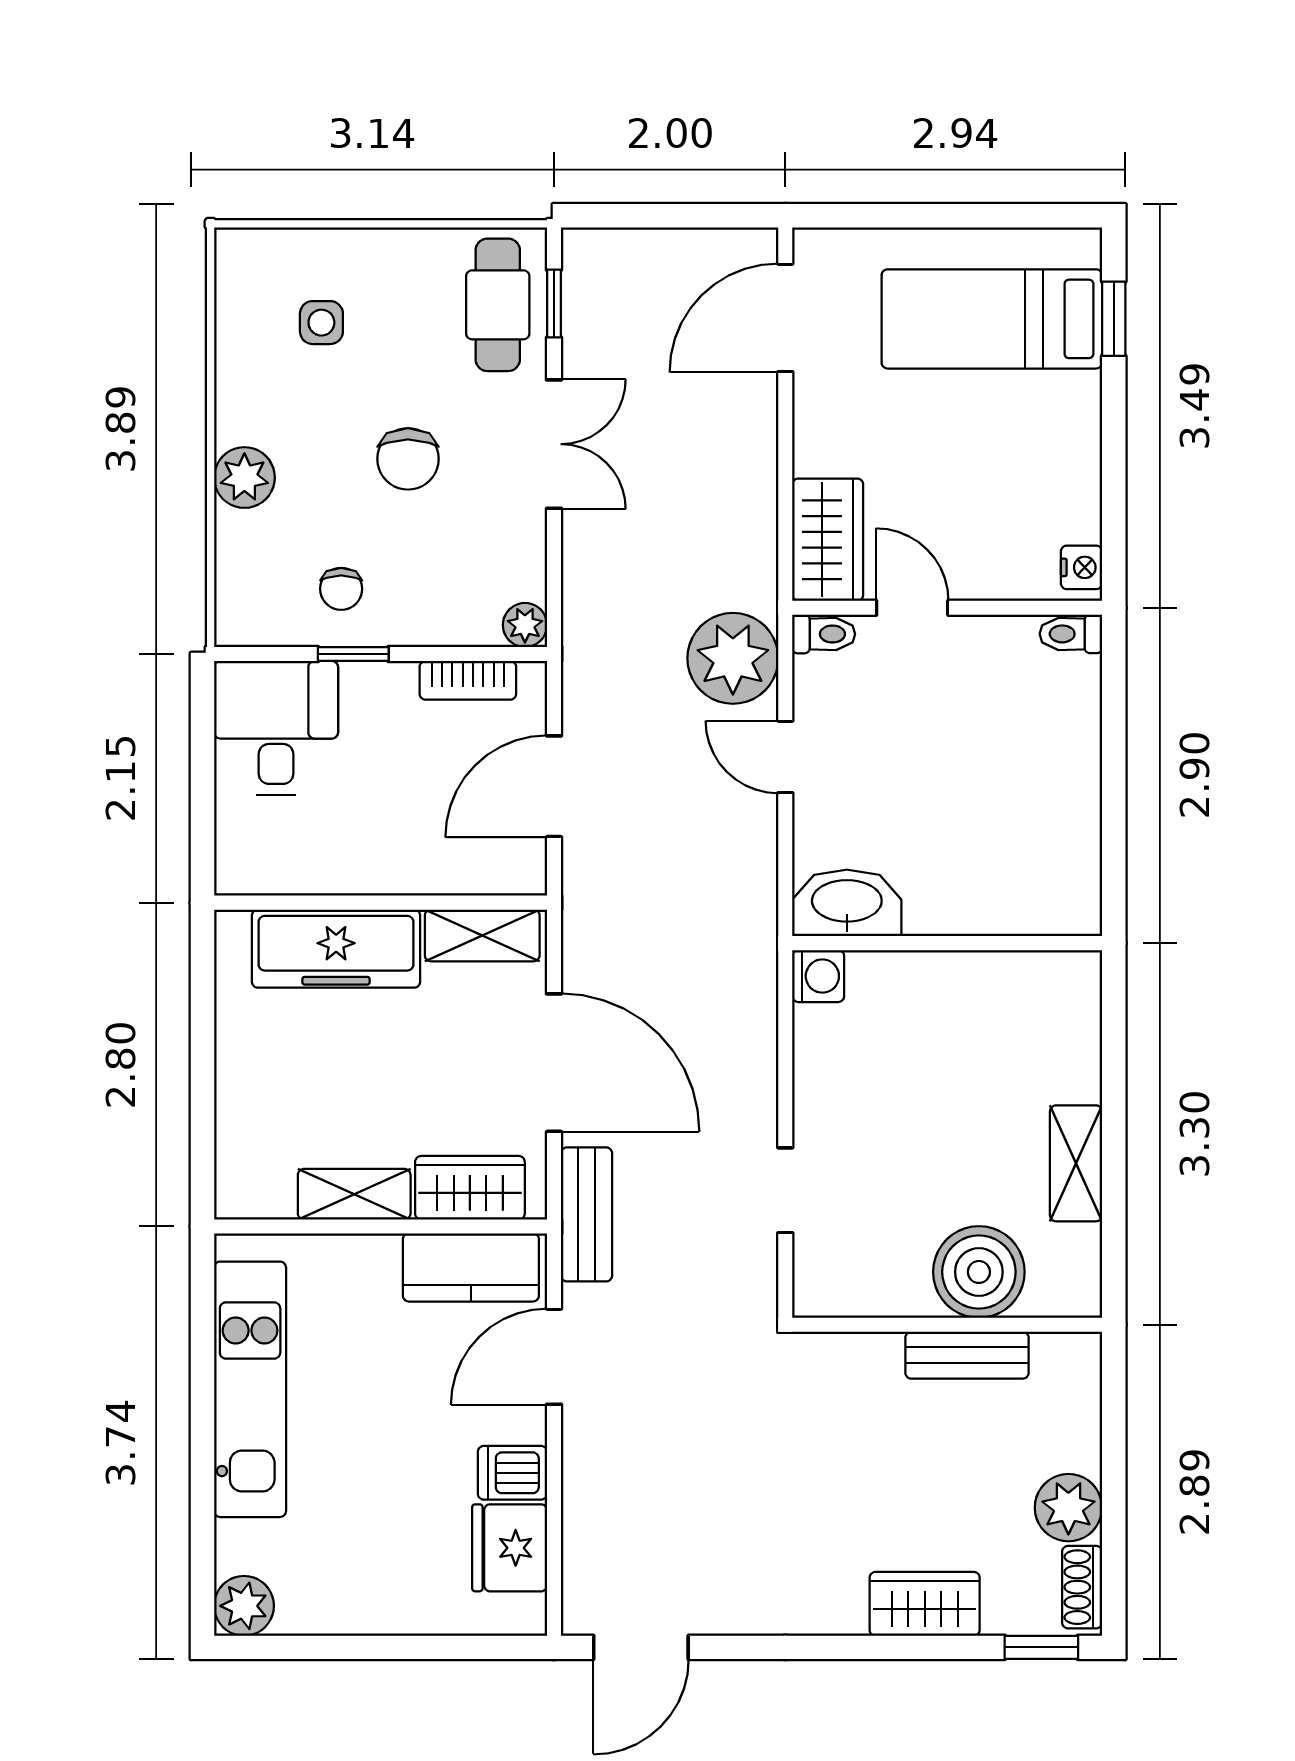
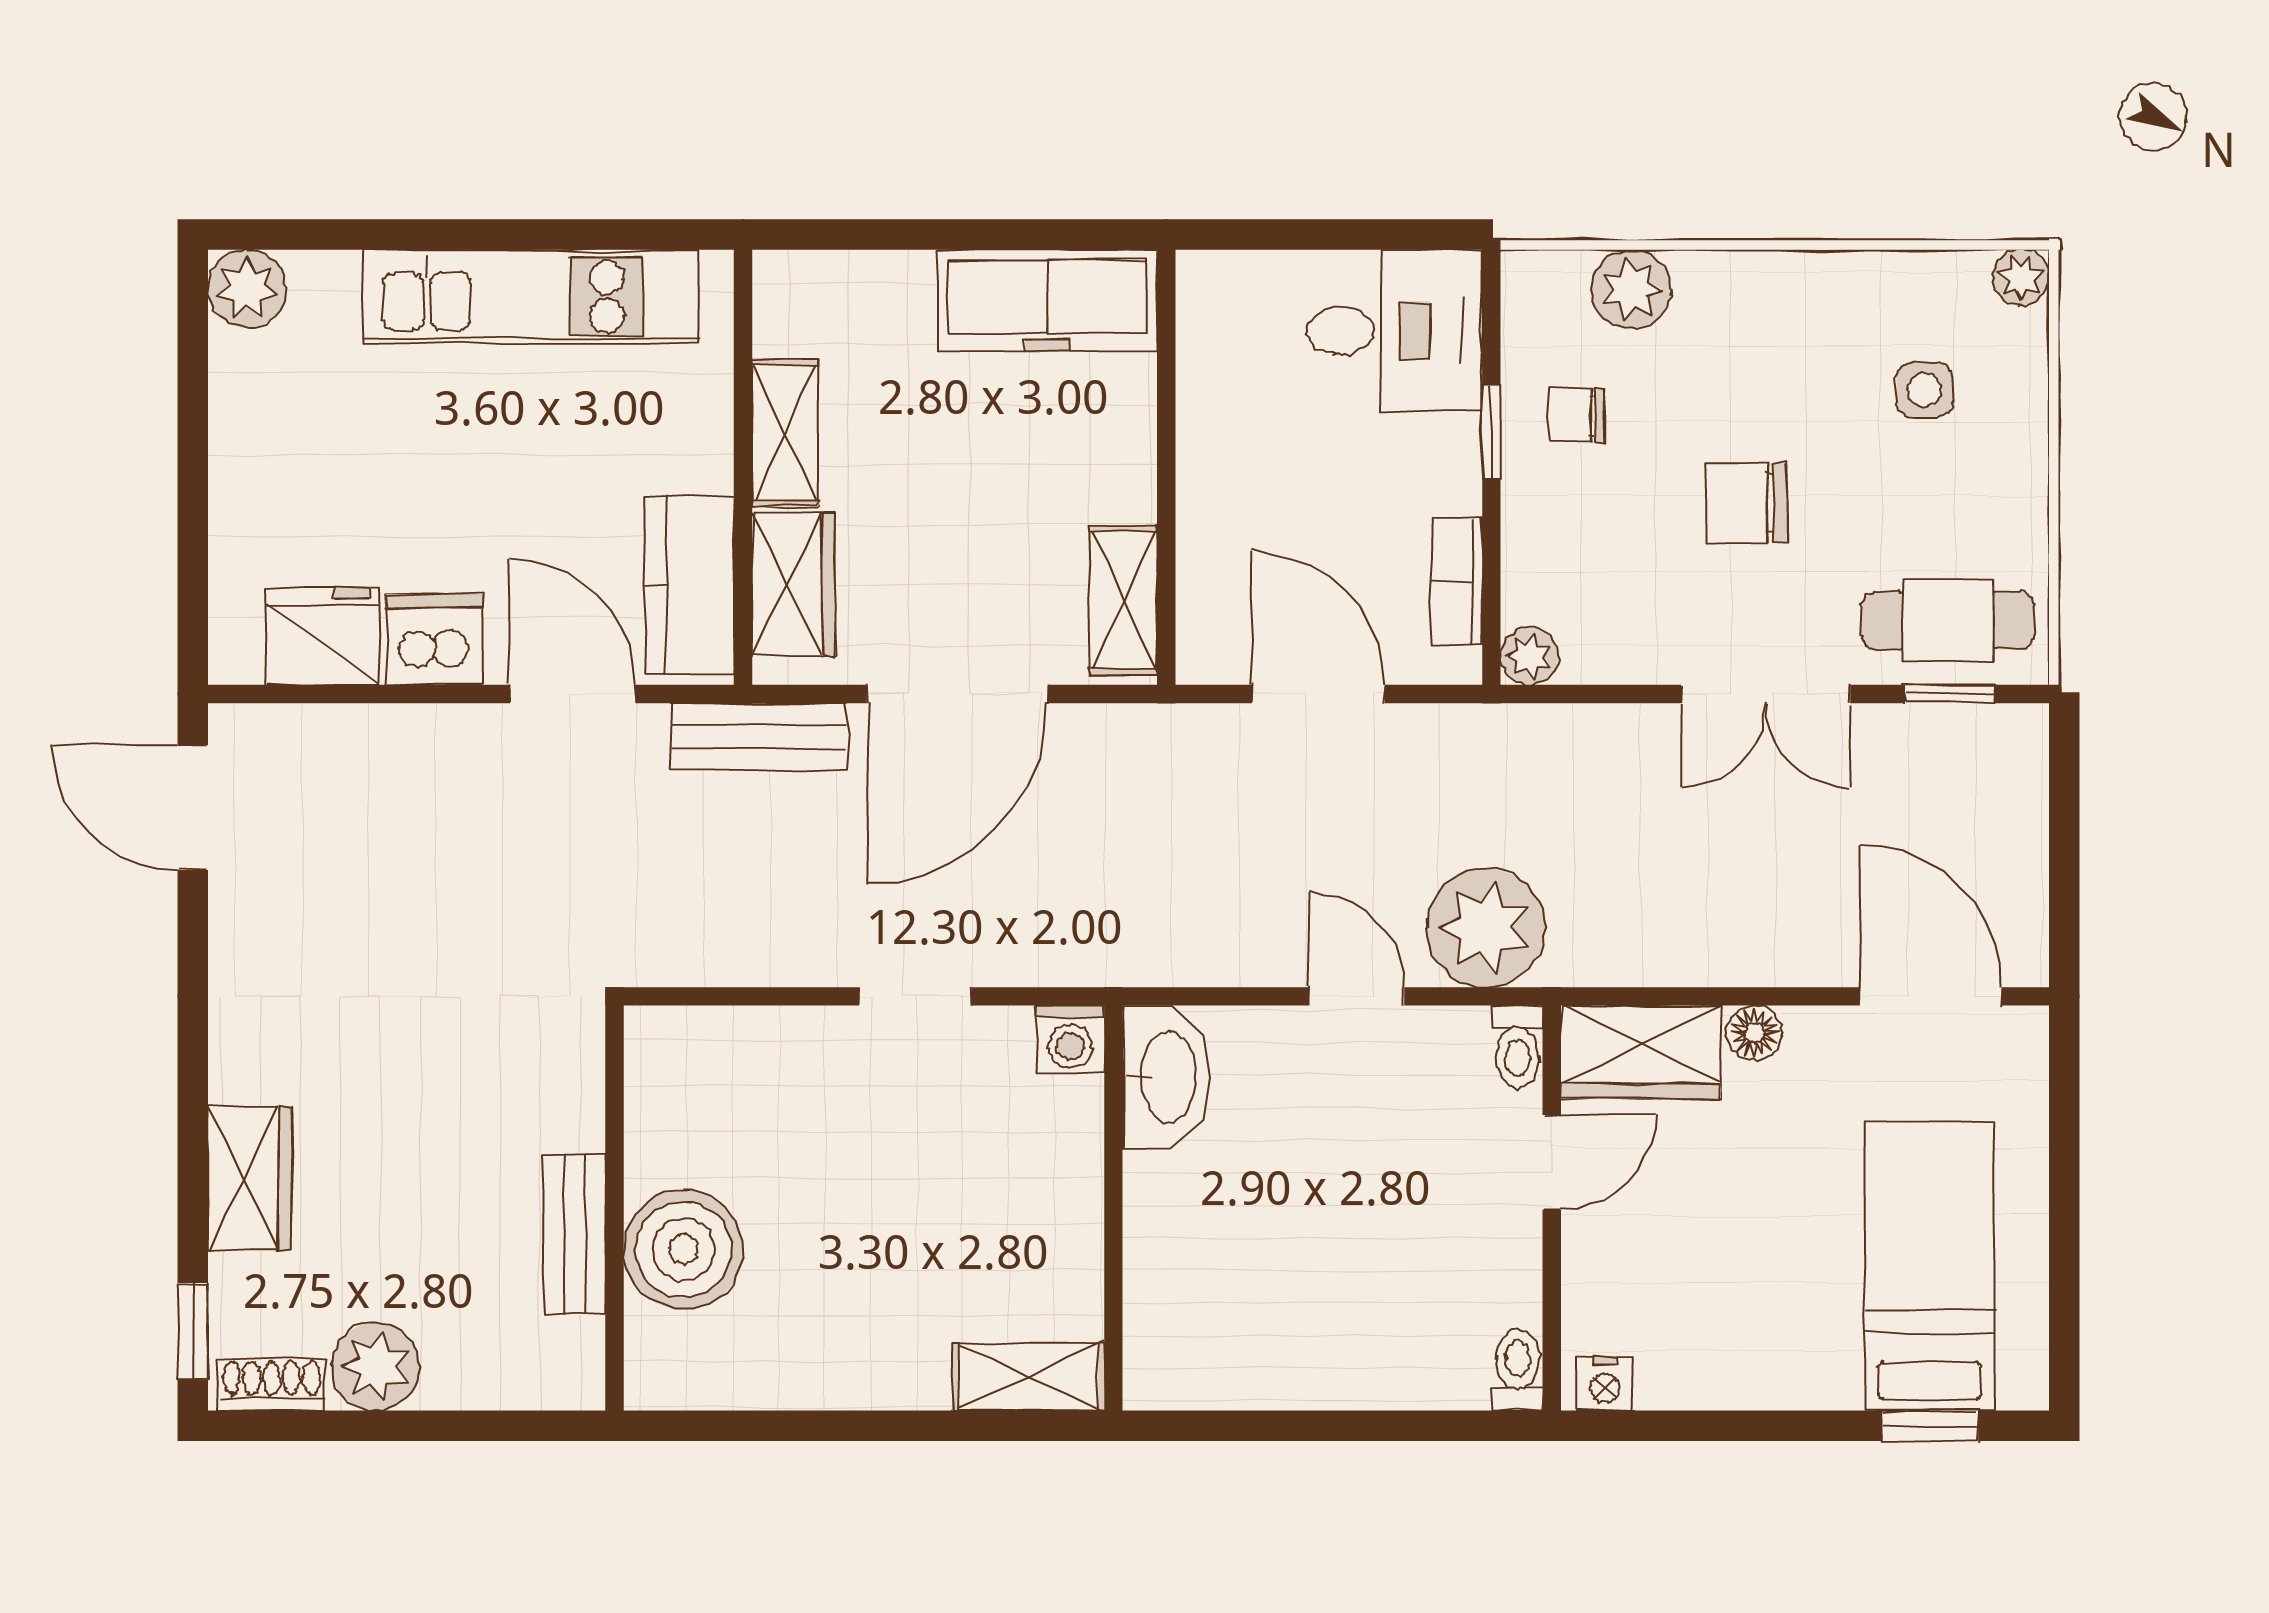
plant: (236, 249) -> (2021, 278), added
floor lamp: (813, 453) -> (1754, 1033), added
plant: (244, 478) -> (1631, 289), moved
door: (785, 757) -> (1357, 996), hinge flipped
freezer: (336, 949) -> (1047, 301), moved, turned -90
shelving: (1076, 1163) -> (1029, 1376), moved
doorway: (785, 1190) -> (915, 996), moved
dishwasher: (512, 1473) -> (434, 640), width x1.38

